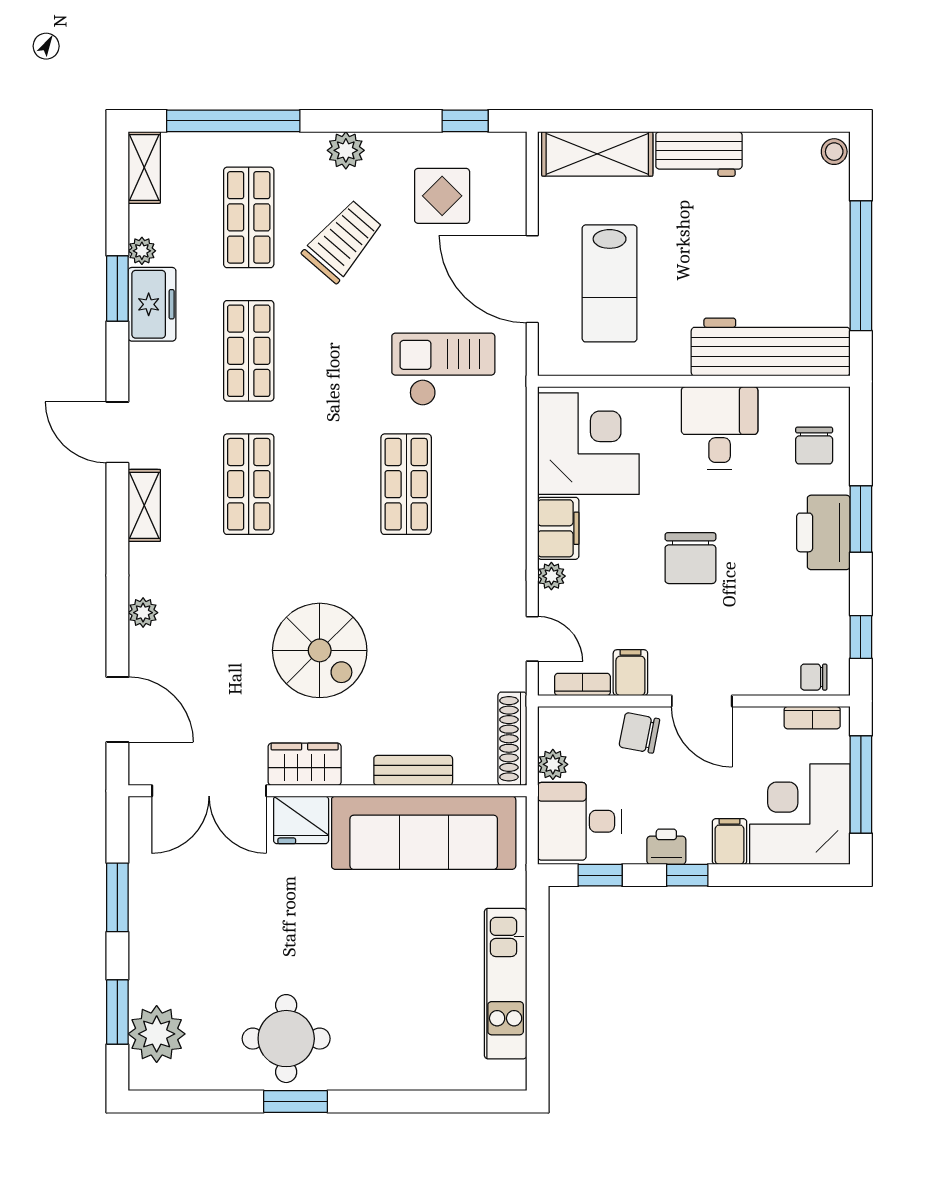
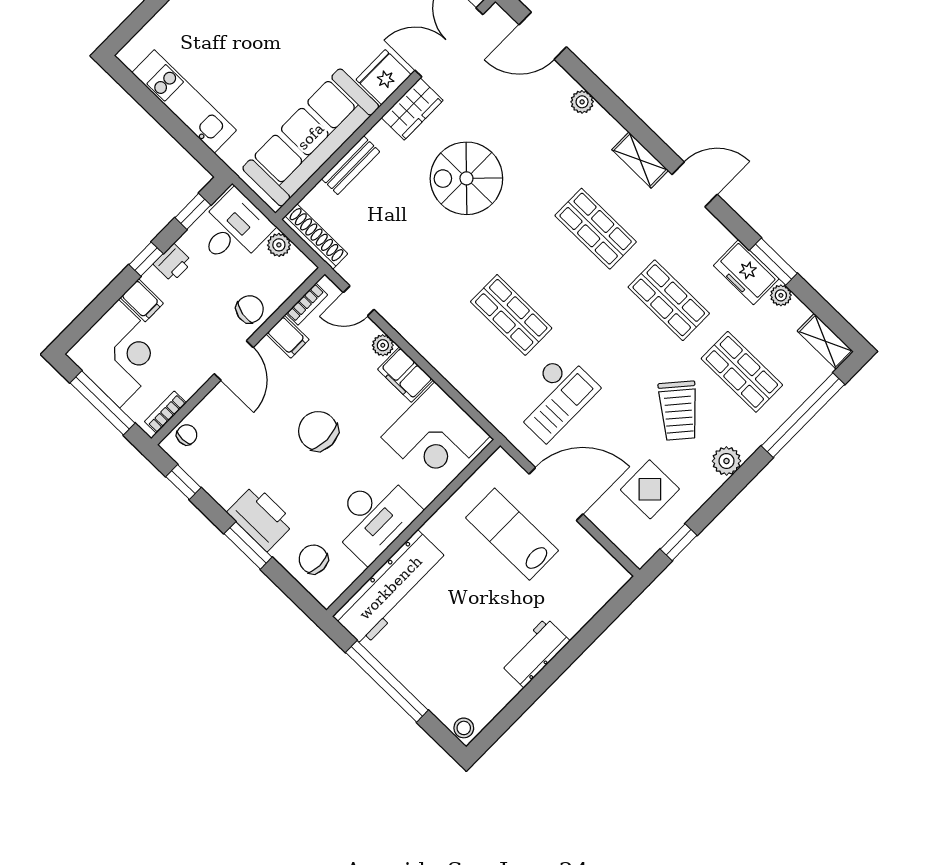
shelving: (597, 154) -> (590, 597), removed
desk: (720, 428) -> (374, 517), width x1.37
door: (702, 701) -> (234, 361), swing flipped

